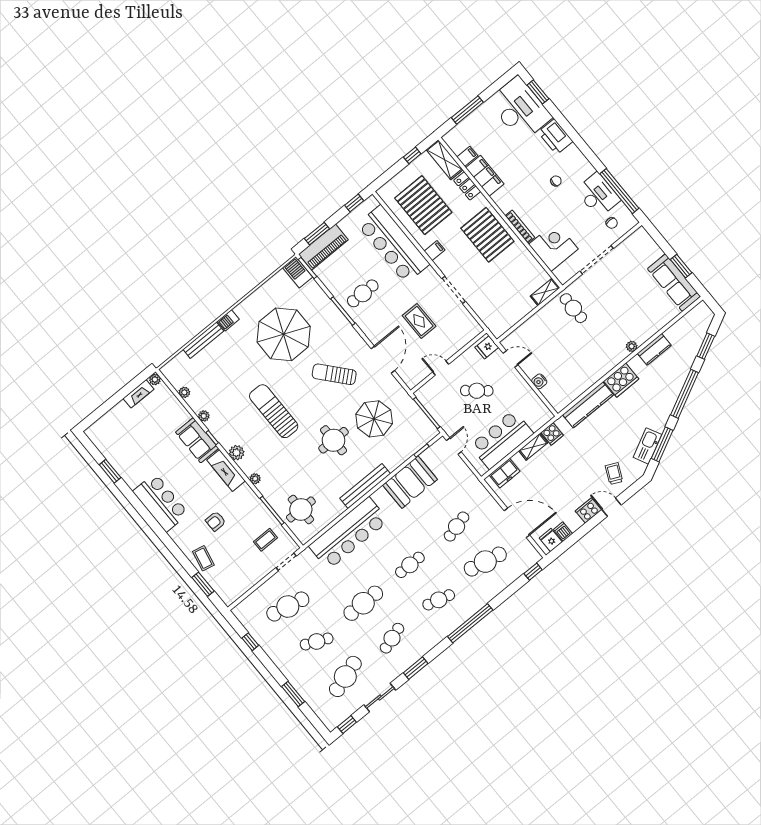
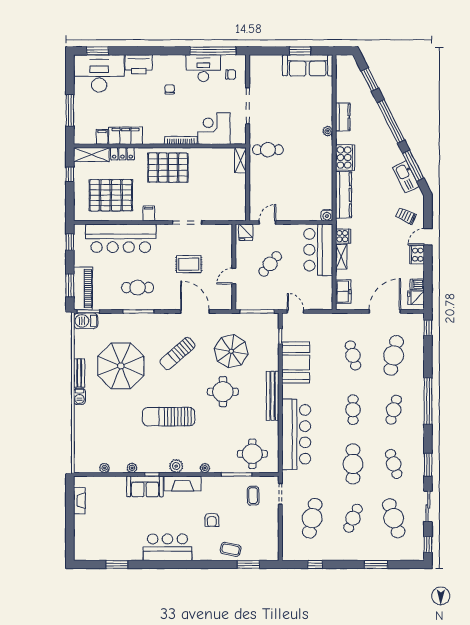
cafe table: (363, 293) -> (138, 288), turned 90
bench: (203, 340) -> (79, 373), moved, width x0.73
plant: (155, 380) -> (79, 481), removed
water cooler: (539, 381) -> (327, 215), moved
bar counter: (502, 440) -> (318, 250), moved

